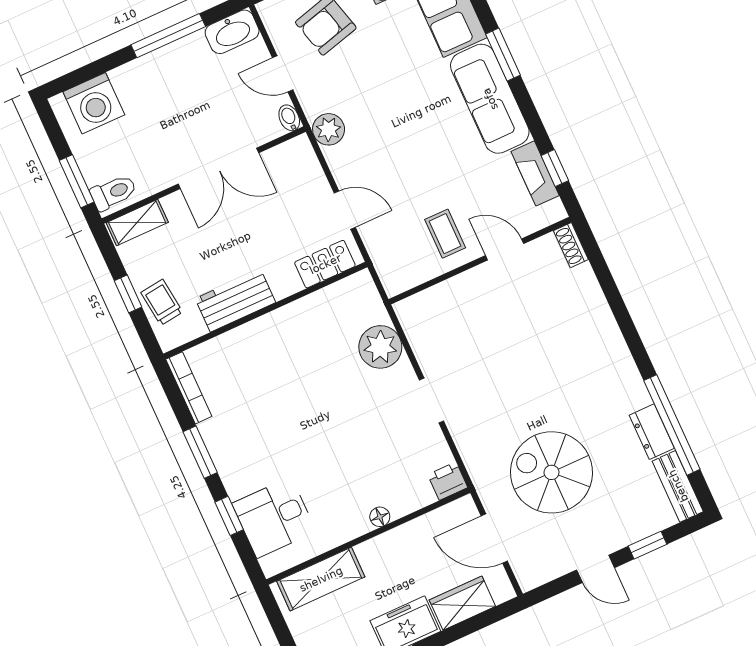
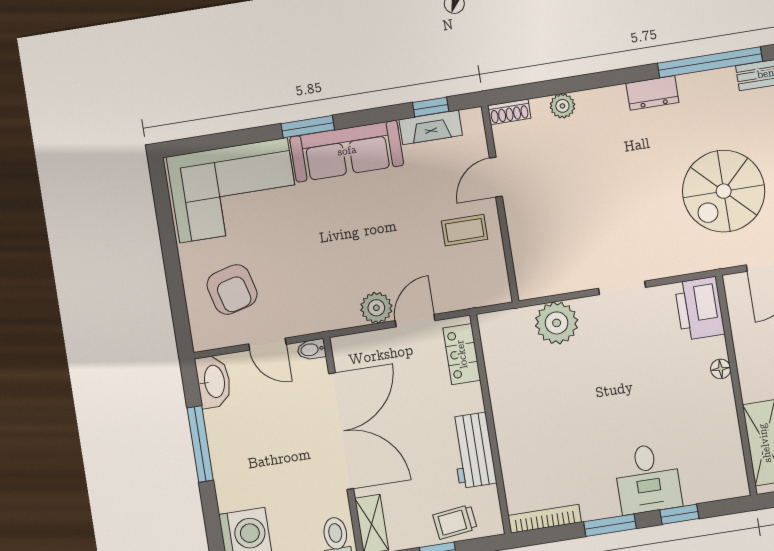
door: (283, 74) -> (267, 344), hinge flipped
plant: (329, 129) -> (376, 308), moved
double door: (218, 168) -> (341, 431), width x1.36
plant: (591, 295) -> (562, 106), added
dresser: (652, 432) -> (652, 93), moved
printer: (448, 481) -> (700, 308), width x1.87, depth x1.48
desk: (274, 518) -> (648, 478), moved

